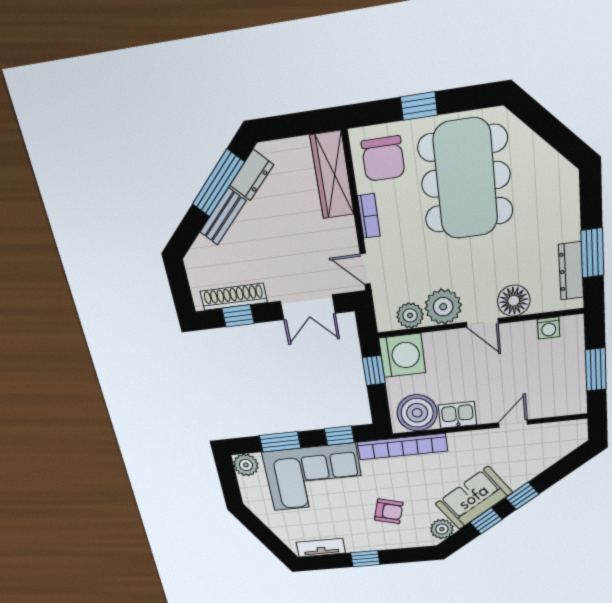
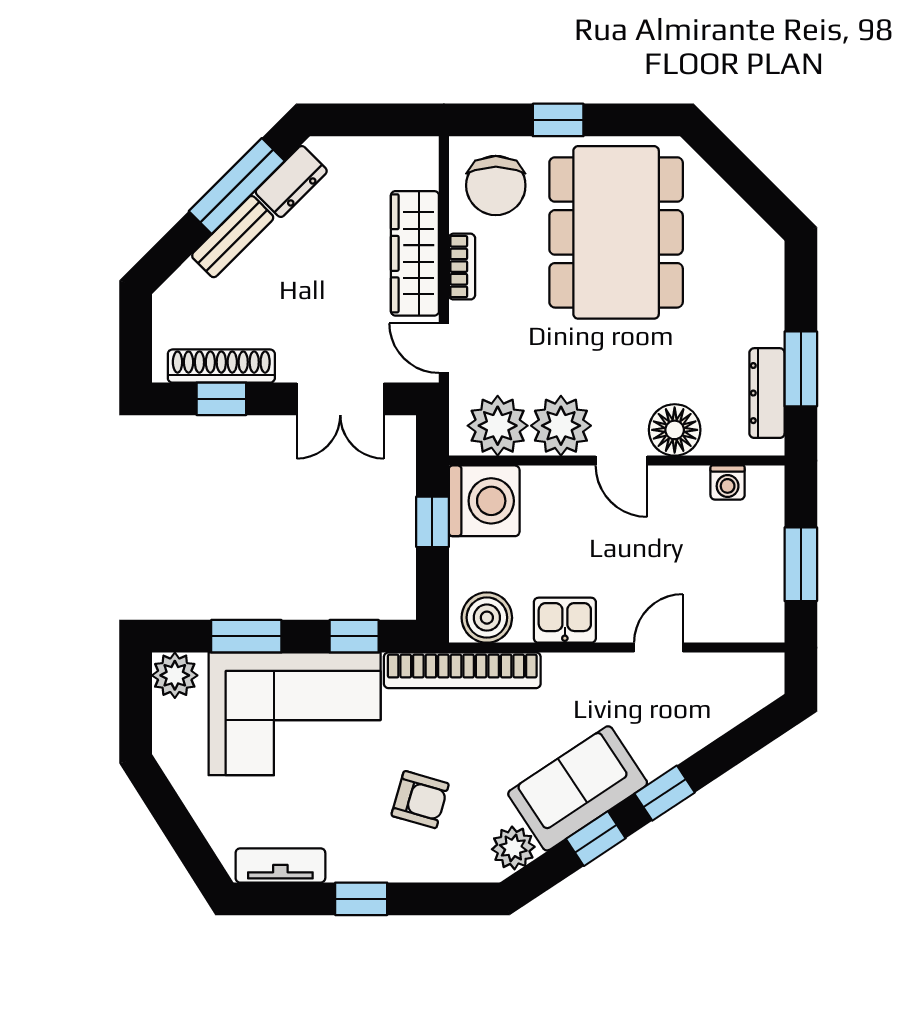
wardrobe: (332, 175) -> (415, 253), moved
plant: (410, 316) -> (498, 426), width x1.36, depth x1.36
boiler: (417, 413) -> (487, 618), width x0.73, depth x0.73

